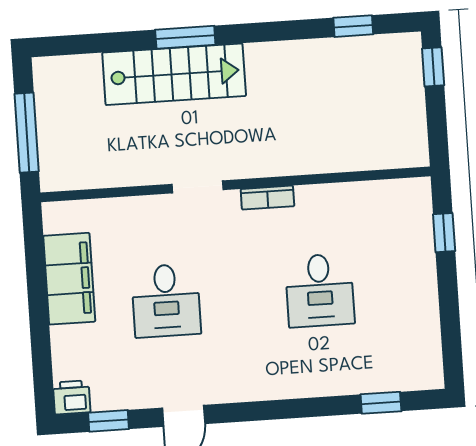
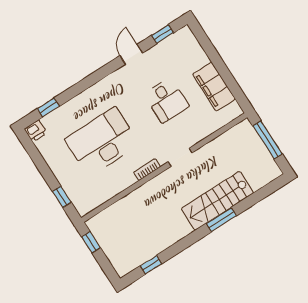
window: (433, 67) -> (91, 242), moved
desk: (320, 290) -> (102, 142), width x1.87, depth x1.30
desk: (166, 301) -> (167, 100), turned 180
printer: (72, 397) -> (36, 131), moved

